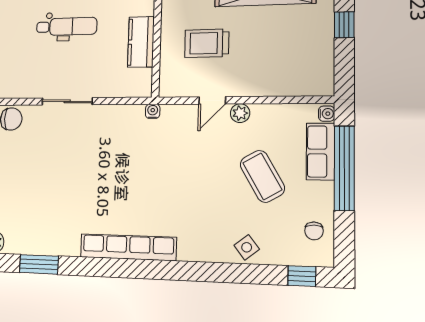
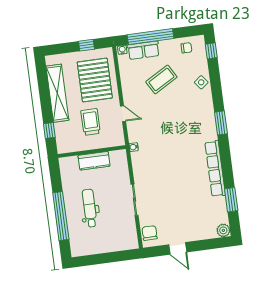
window: (344, 25) -> (86, 45), moved
trolley: (207, 43) -> (91, 122), turned 180
pallet: (279, 59) -> (95, 80), added
plant: (240, 113) -> (128, 97), removed
row of seats: (128, 247) -> (215, 169), moved
window: (169, 270) -> (221, 123), added

